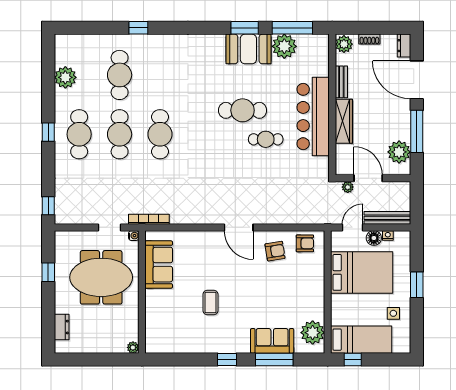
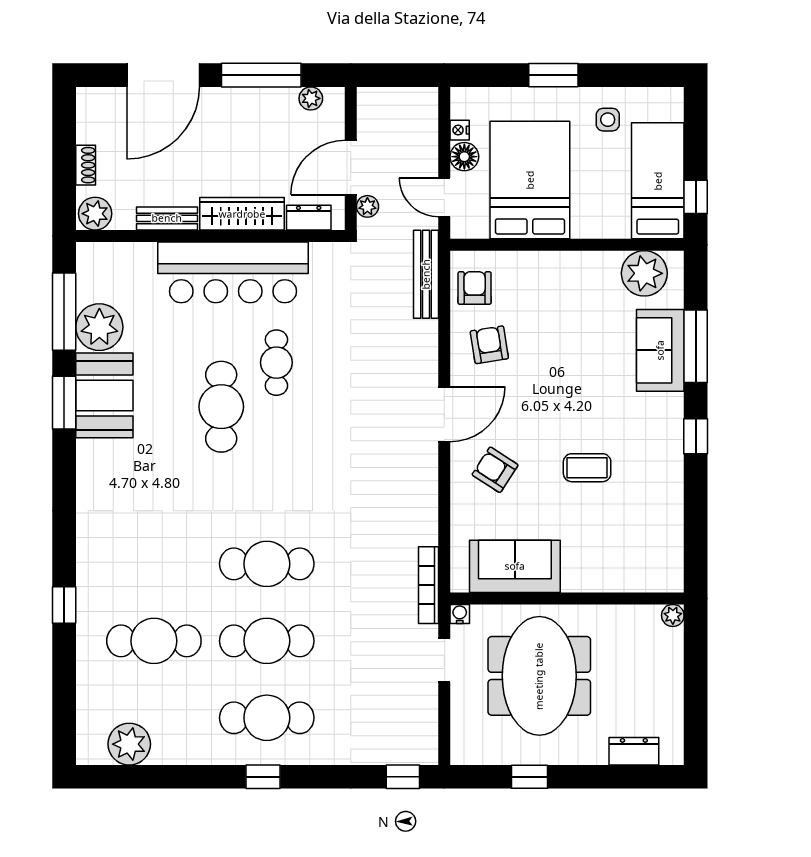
dresser: (404, 46) -> (309, 218), moved, turned 180
plant: (65, 77) -> (129, 744), moved
plant: (399, 152) -> (311, 98), width x0.53, depth x0.53
bench: (387, 218) -> (426, 274), moved
armchair: (209, 254) -> (495, 470), added

